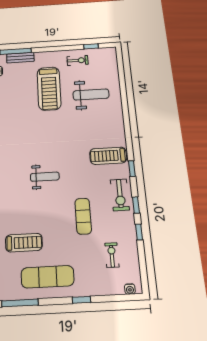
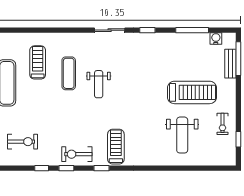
treadmill: (49, 88) -> (192, 92), turned 180
exercise mat: (83, 216) -> (69, 73), moved, turned 90
treadmill: (24, 243) -> (38, 62), turned 180
exercise bike: (112, 255) -> (23, 142), width x1.38, depth x1.39

